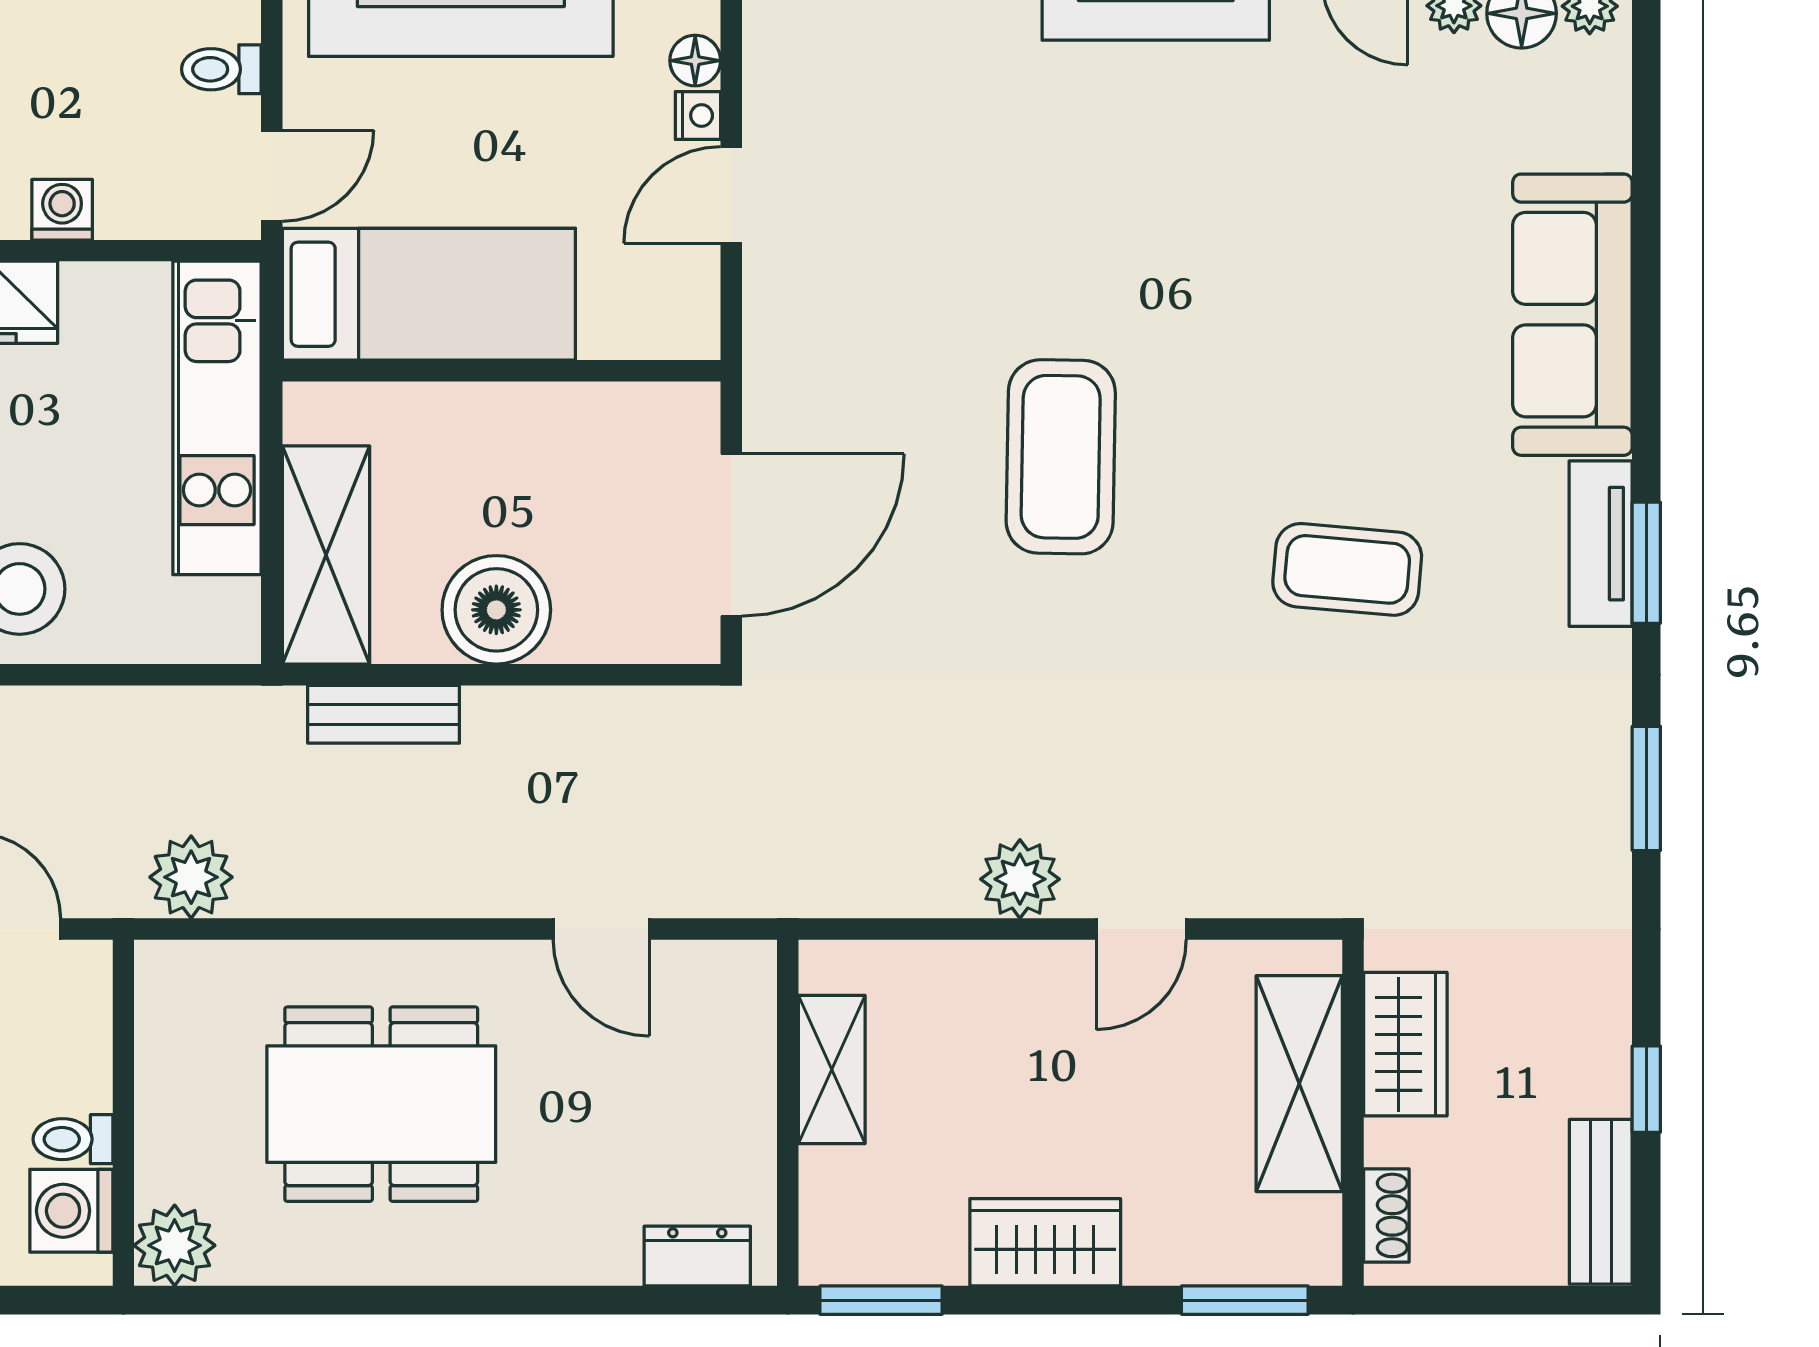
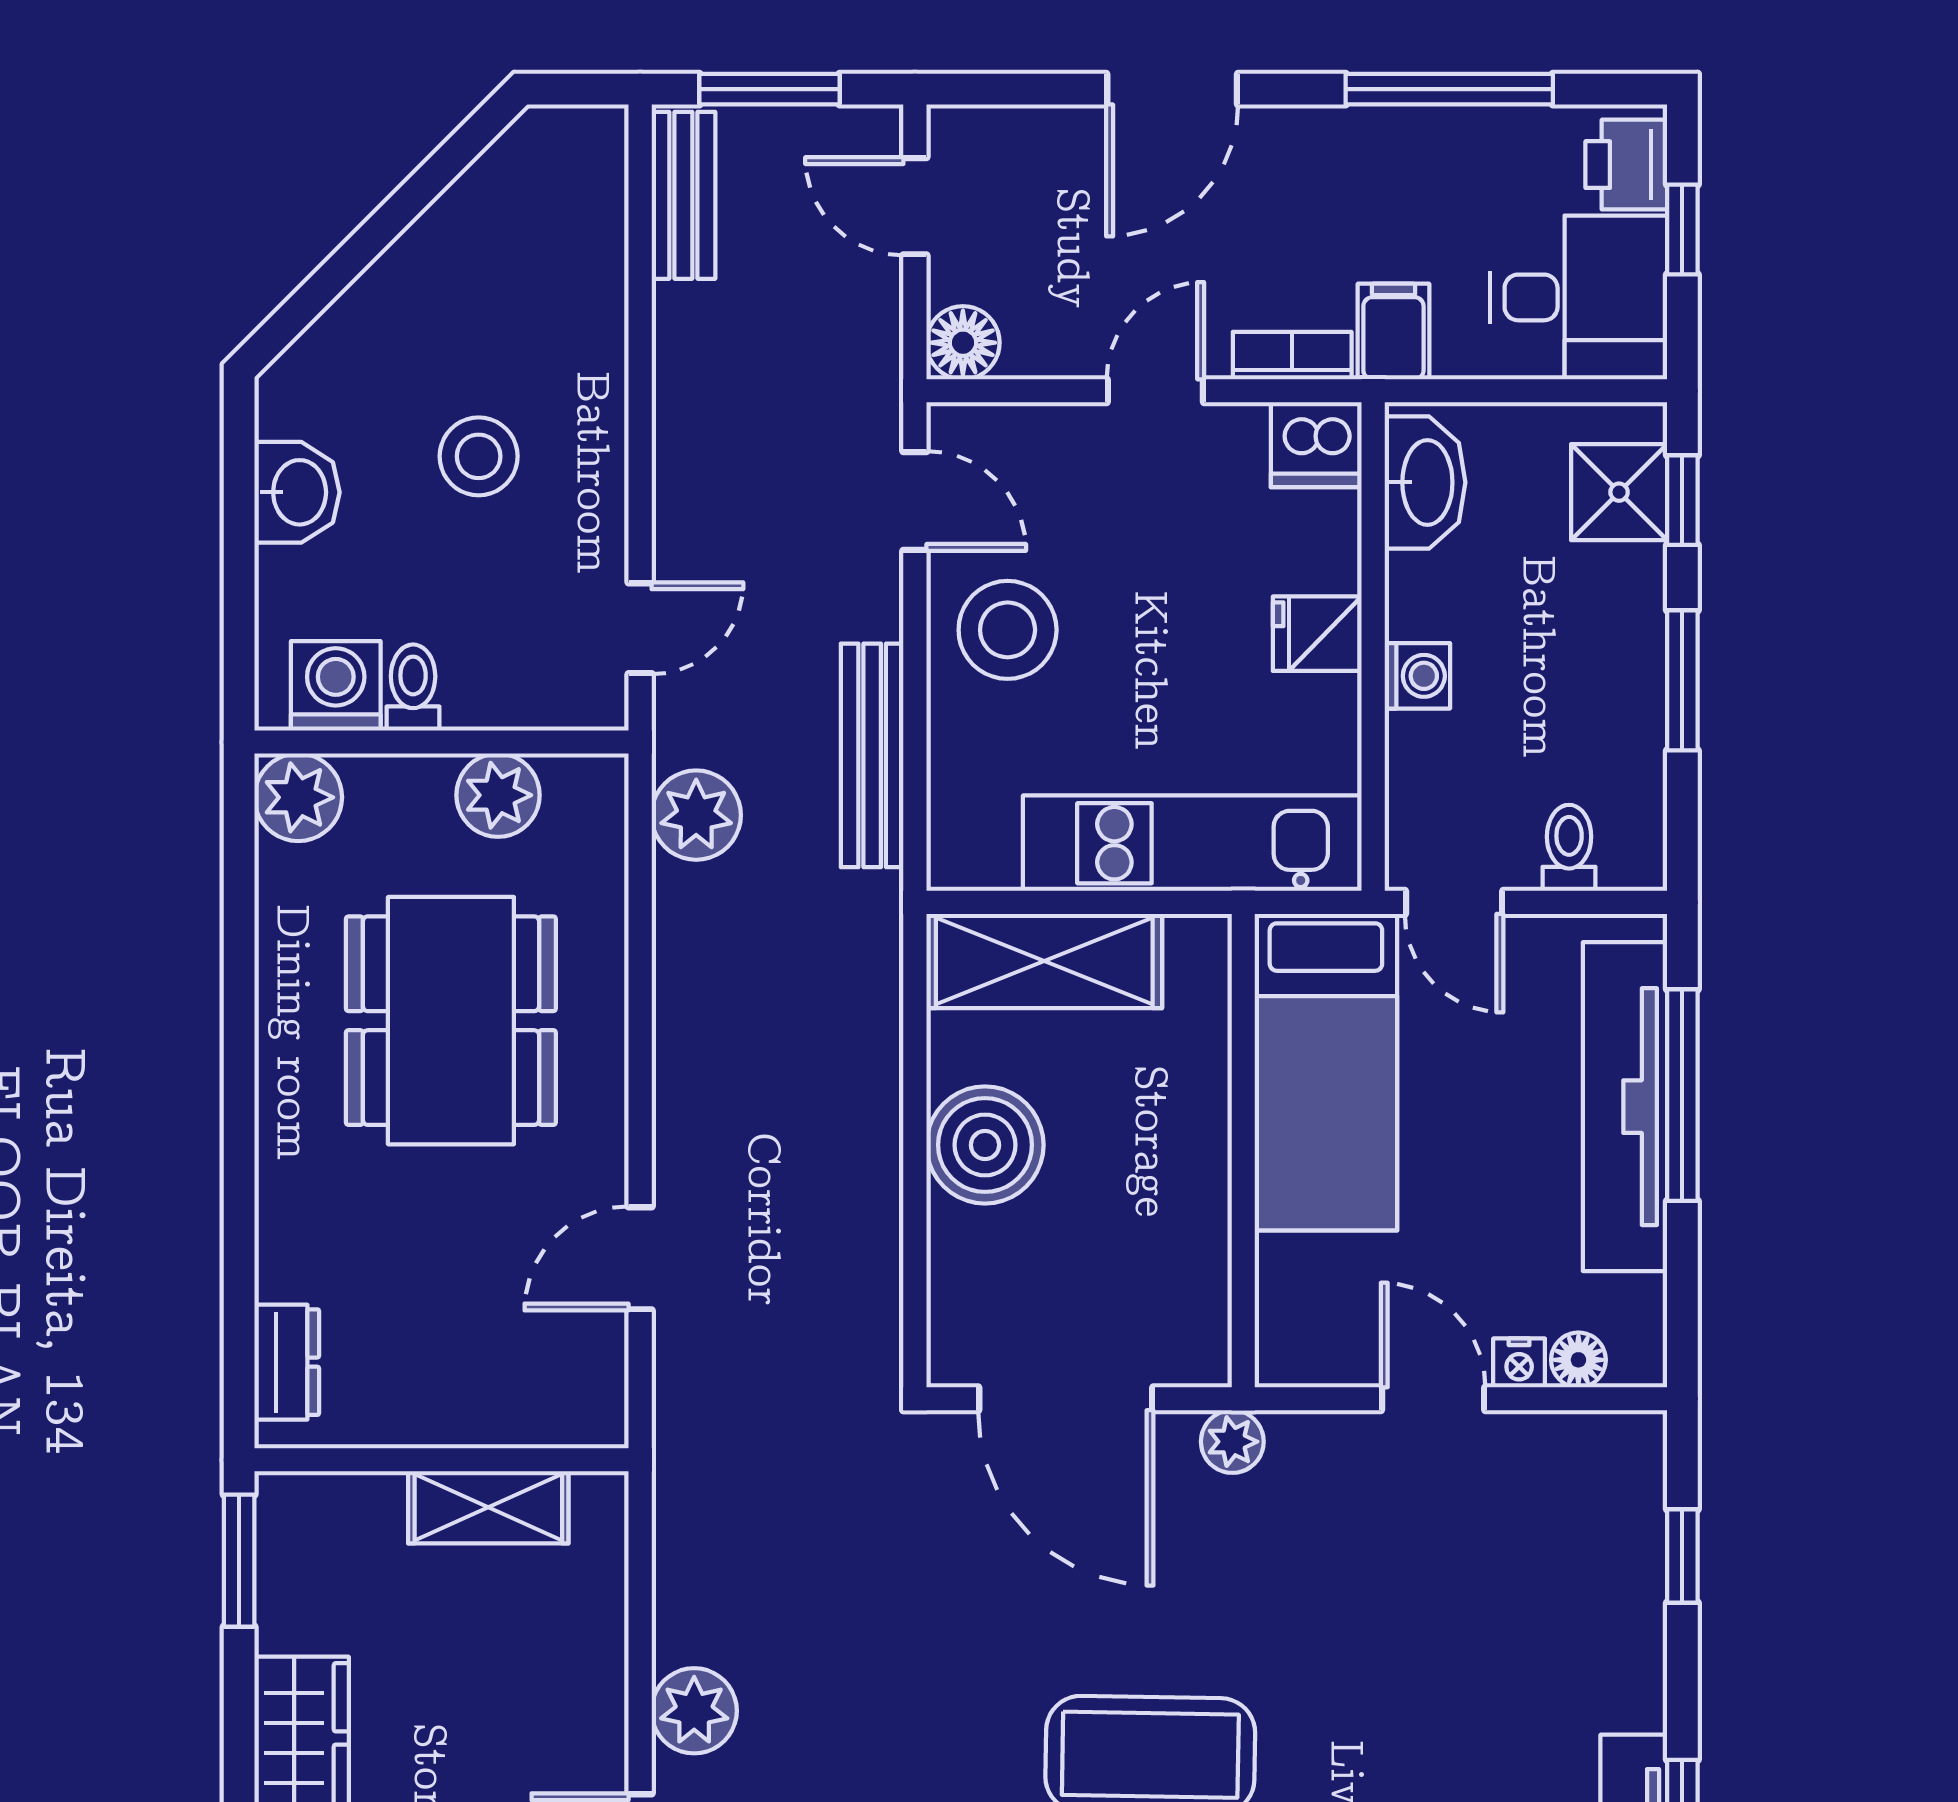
plant: (771, 381) -> (1232, 1442), added
bench: (384, 714) -> (872, 755), moved, width x1.36
plant: (173, 1061) -> (498, 795), added

